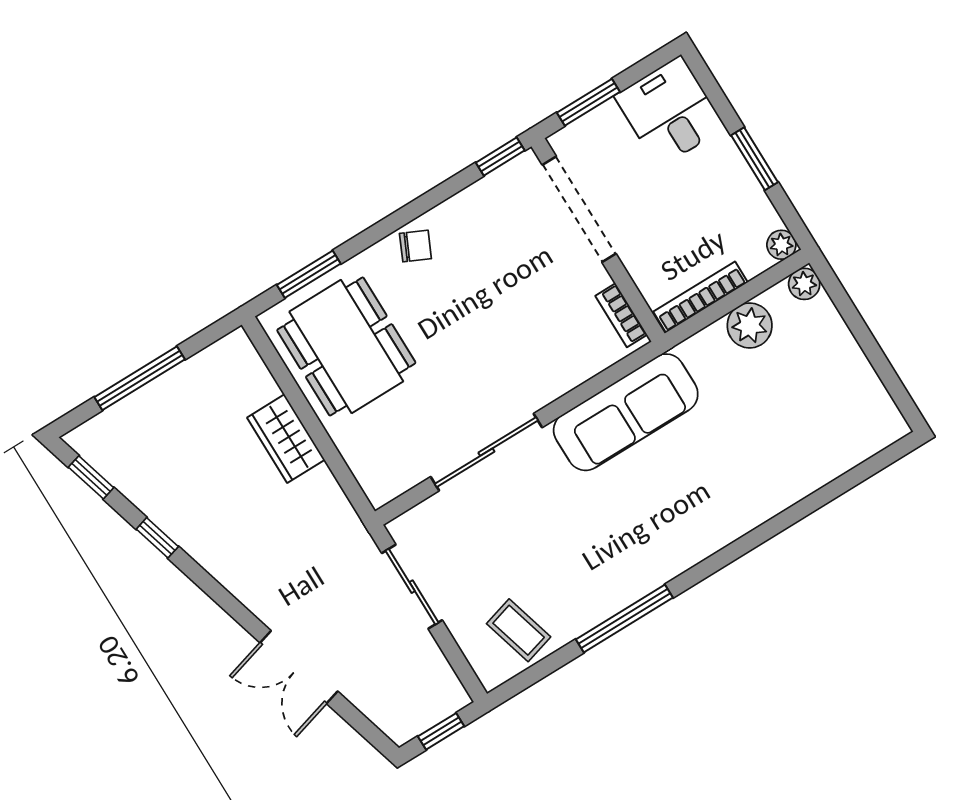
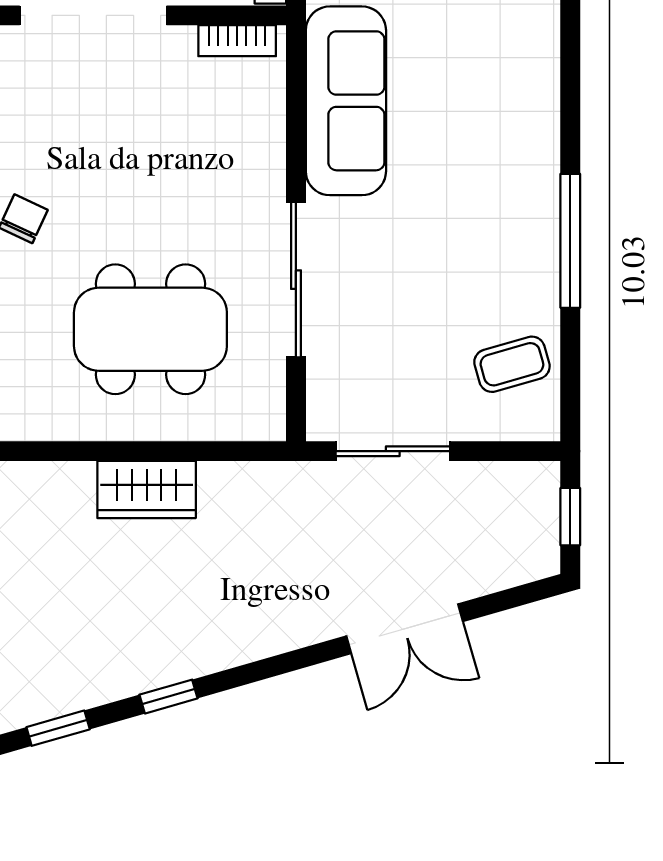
dining table: (346, 346) -> (150, 329), moved

